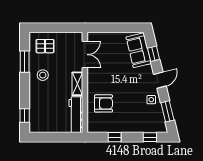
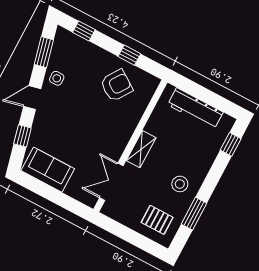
sofa: (139, 50) -> (48, 170), moved, turned -76
armchair: (103, 103) -> (116, 85), moved, turned 124
workbench: (76, 115) -> (195, 109), moved, turned 90

